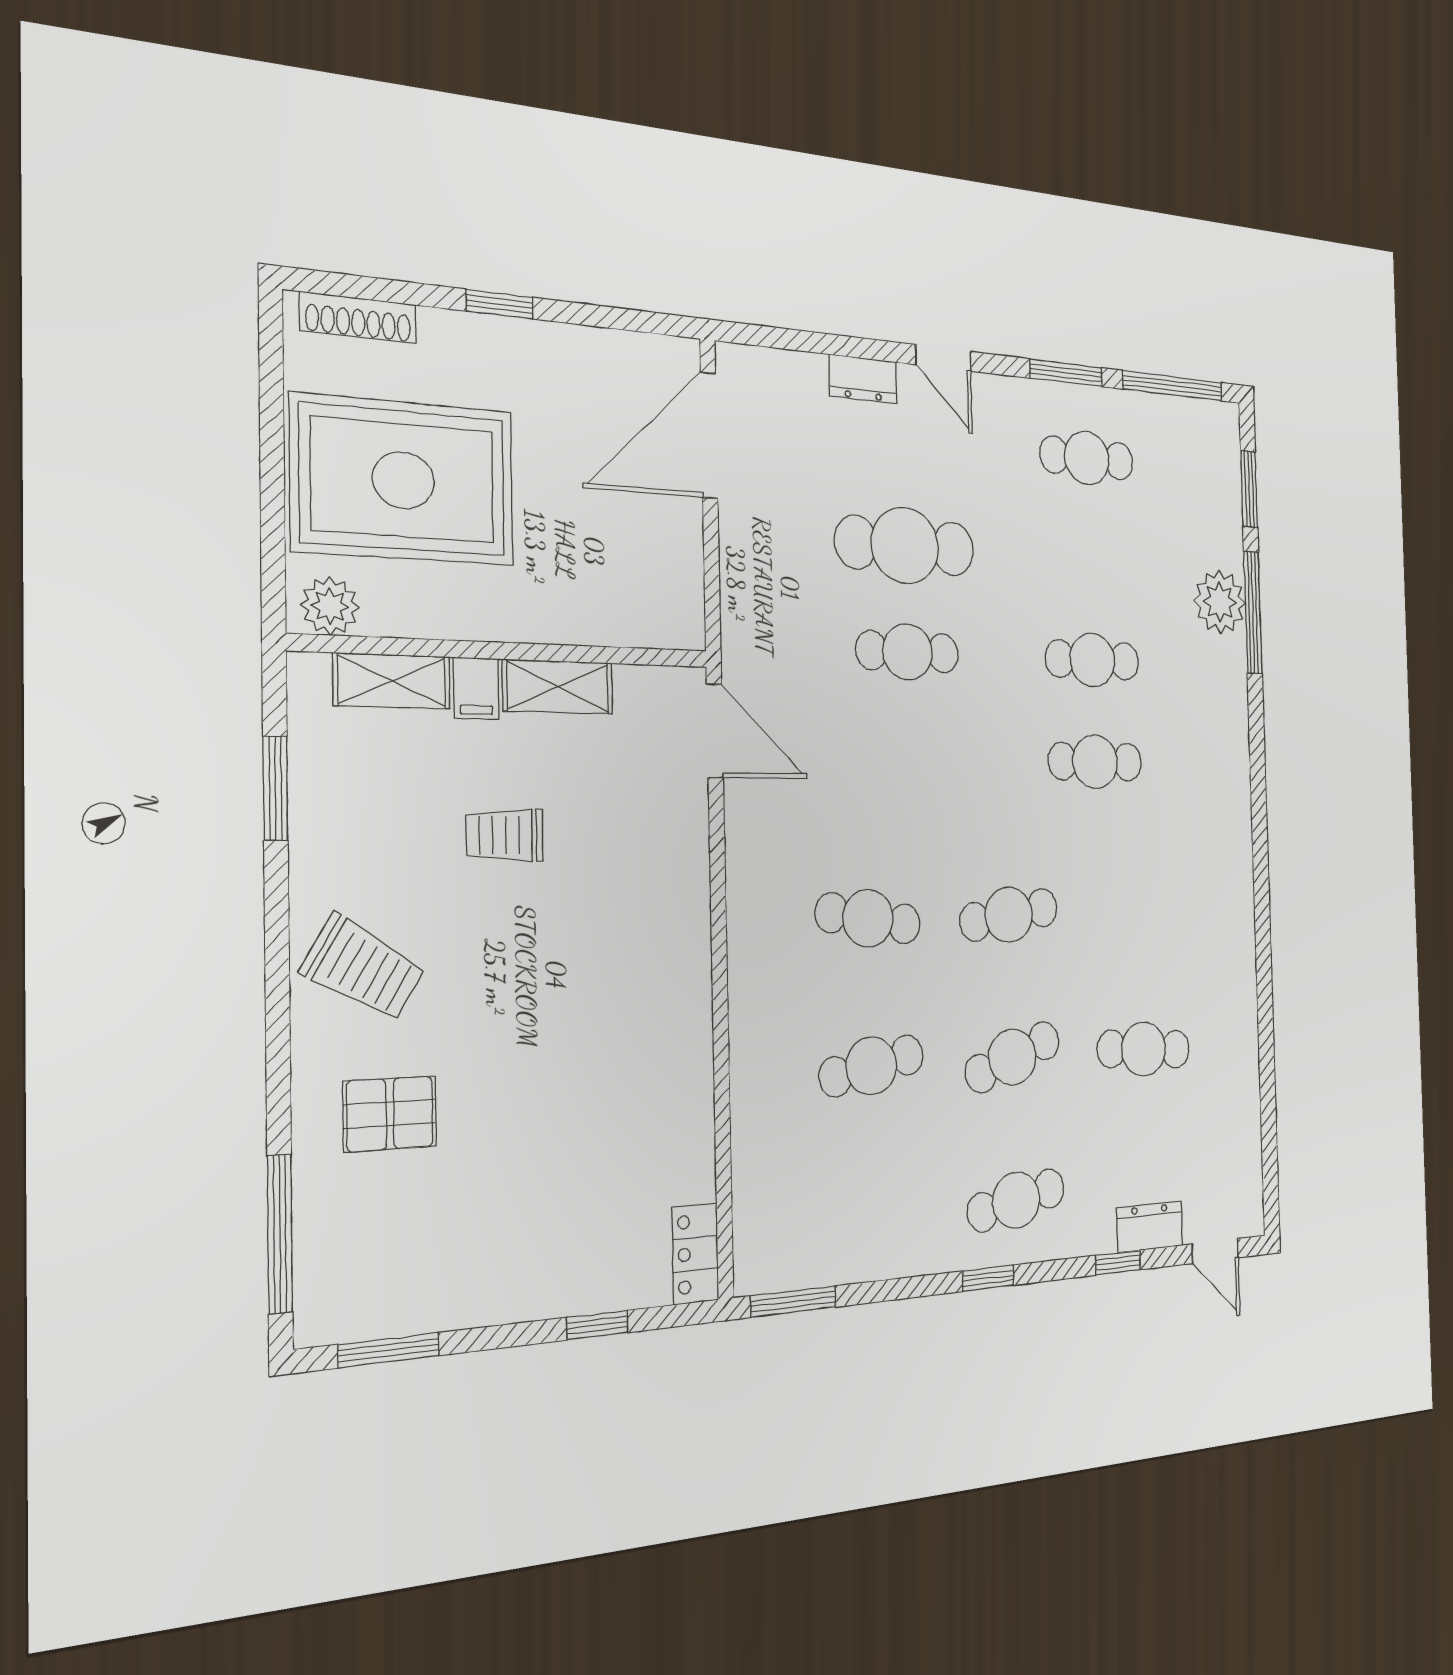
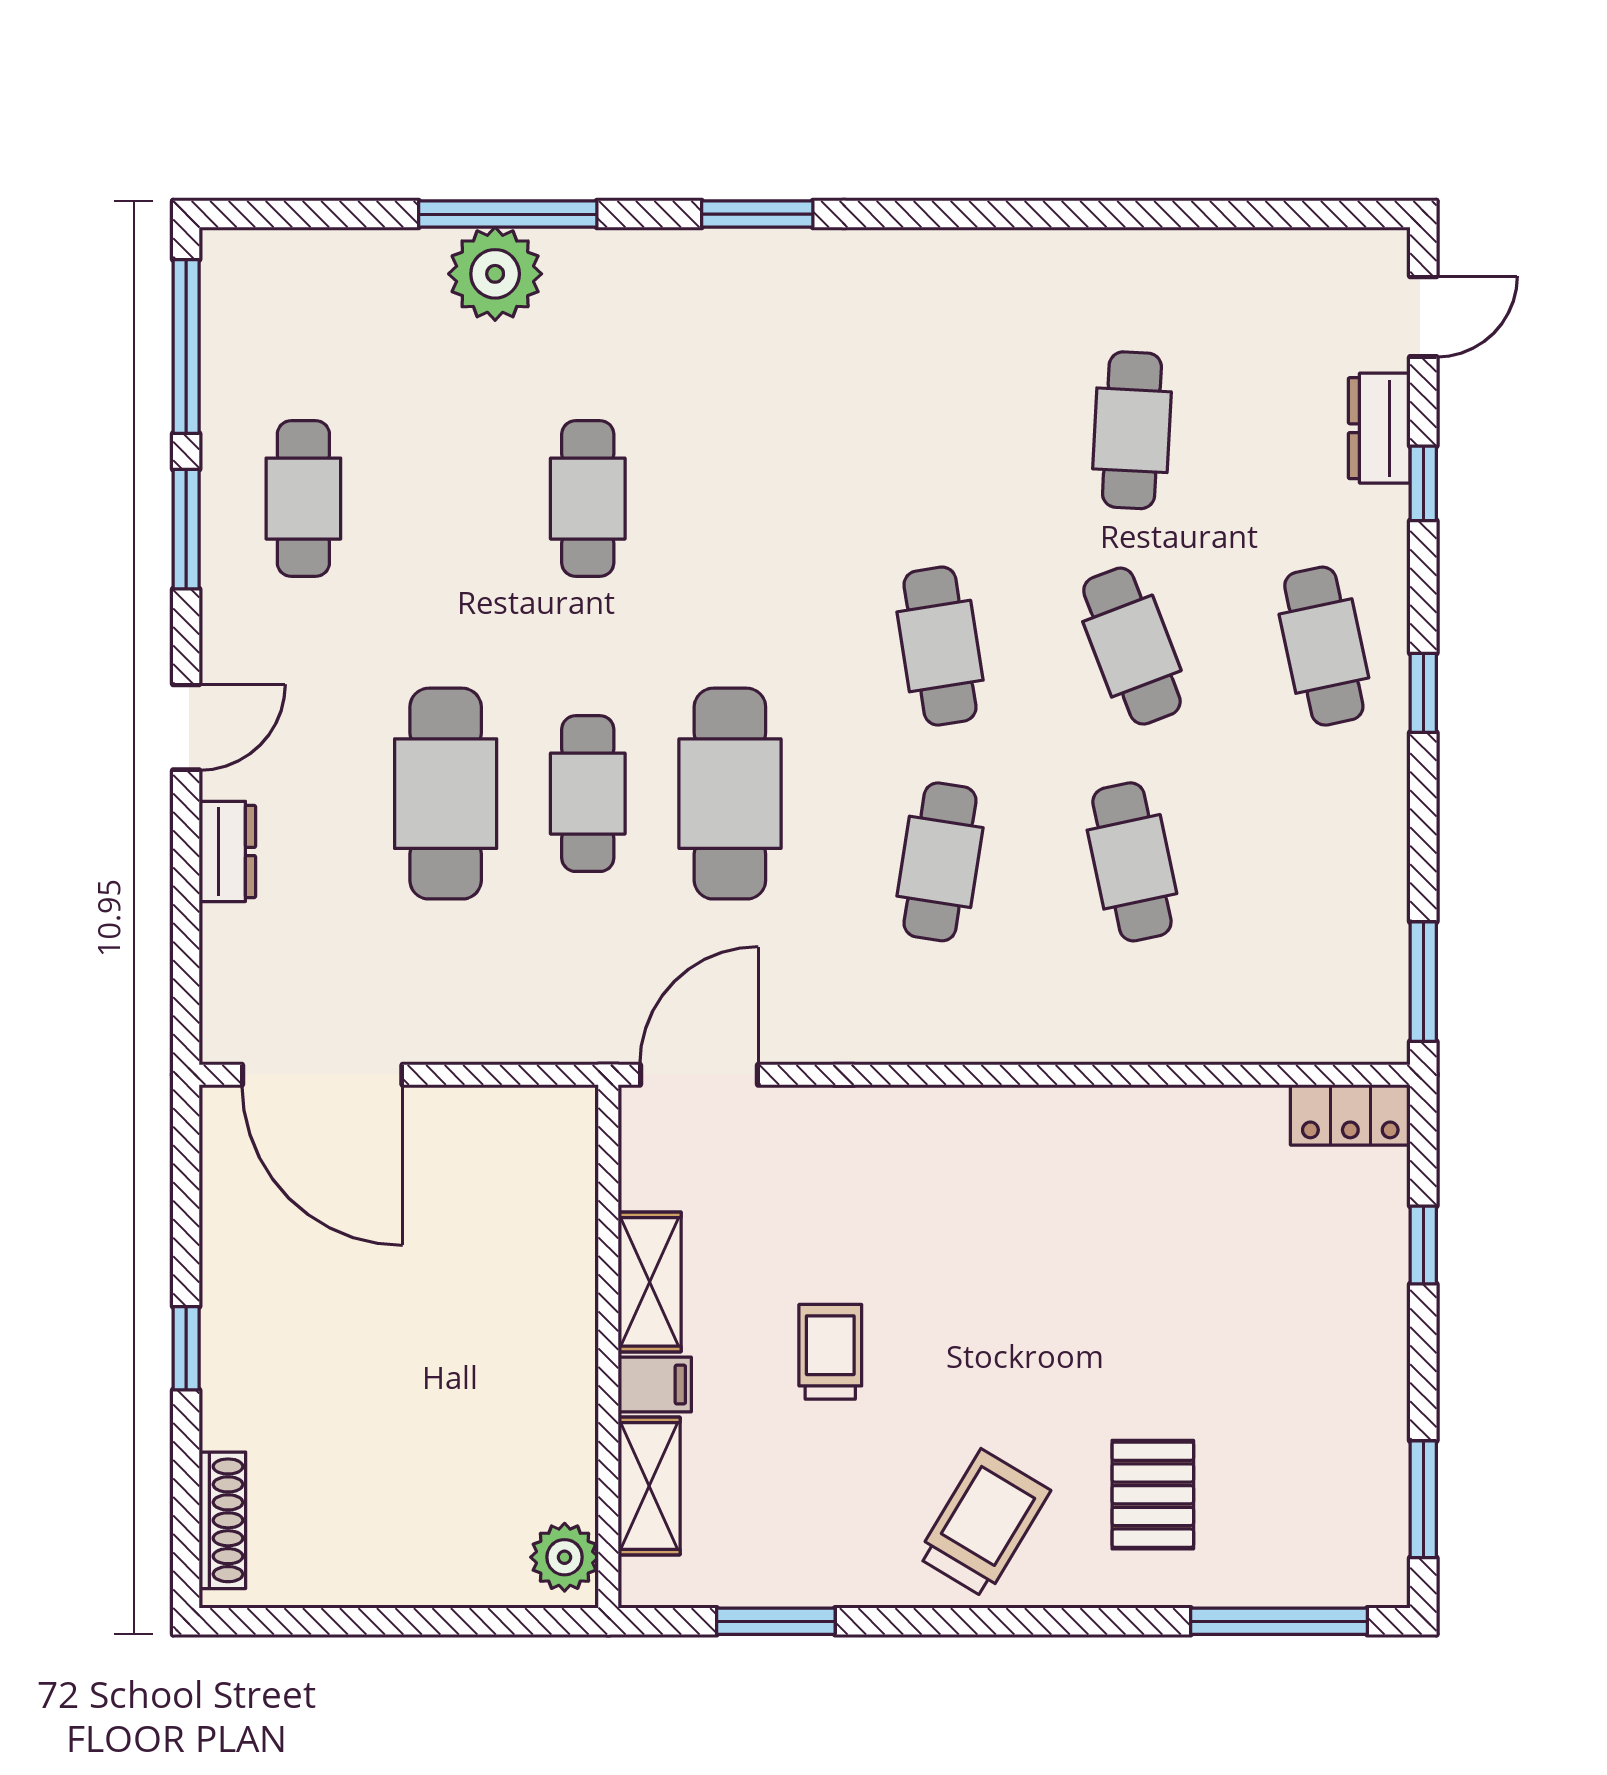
rug: (403, 480) -> (411, 1469), removed
window: (1249, 489) -> (757, 214), moved
cafe table: (1095, 762) -> (730, 794), moved, width x1.37, depth x1.35
trolley: (505, 835) -> (830, 1352), turned 180

